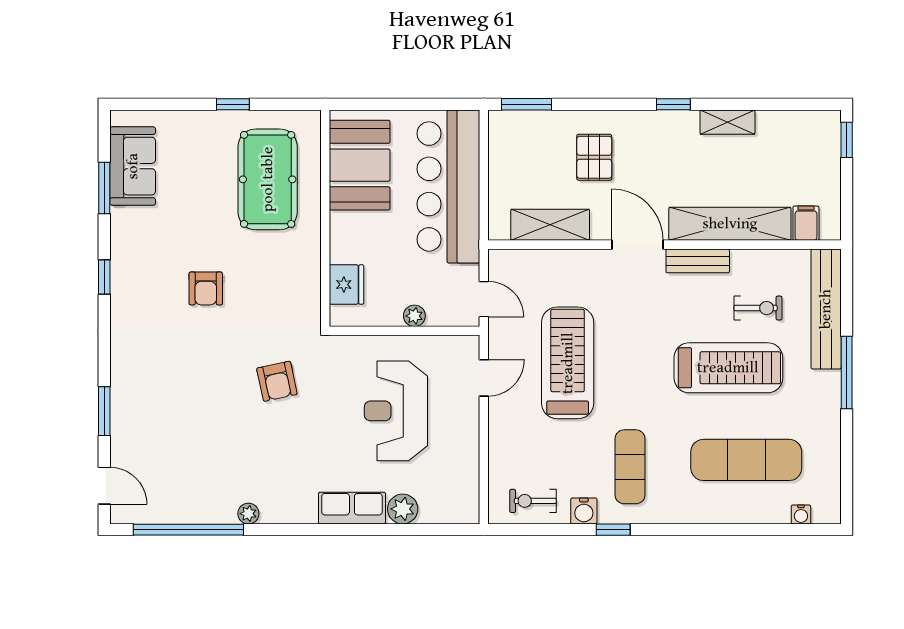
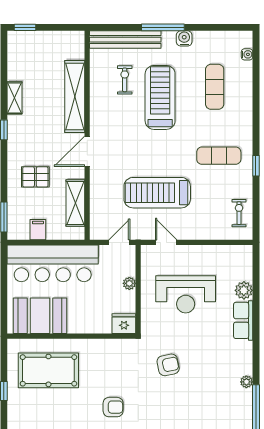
filing cabinet: (806, 223) -> (38, 230), moved, turned 90
bench: (698, 261) -> (97, 116), removed
fridge: (347, 284) -> (124, 324), moved
exercise mat: (746, 460) -> (215, 87), width x0.73, depth x0.69
exercise bike: (533, 501) -> (239, 213), turned 180
water cooler: (584, 511) -> (184, 38), moved, turned -90

